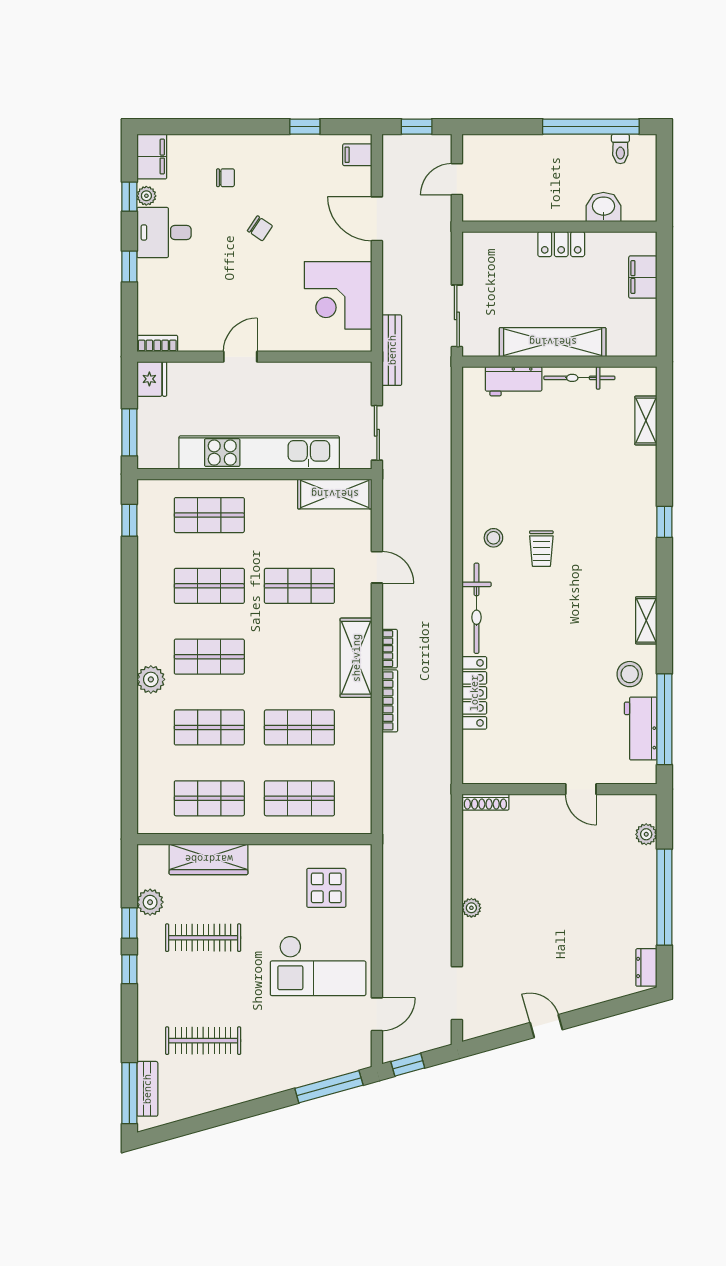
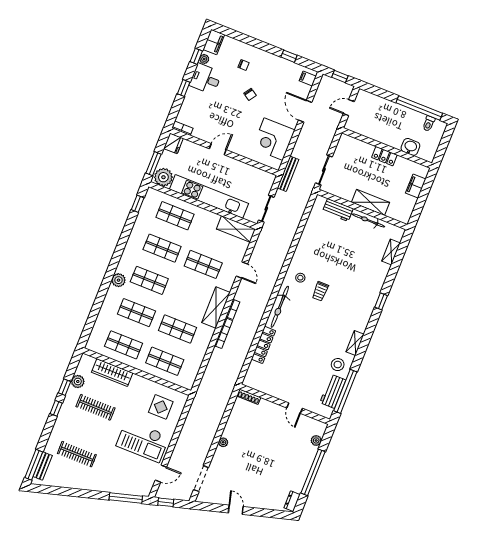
shelving: (553, 342) -> (370, 202), width x0.68
plant: (158, 451) -> (163, 177), added

